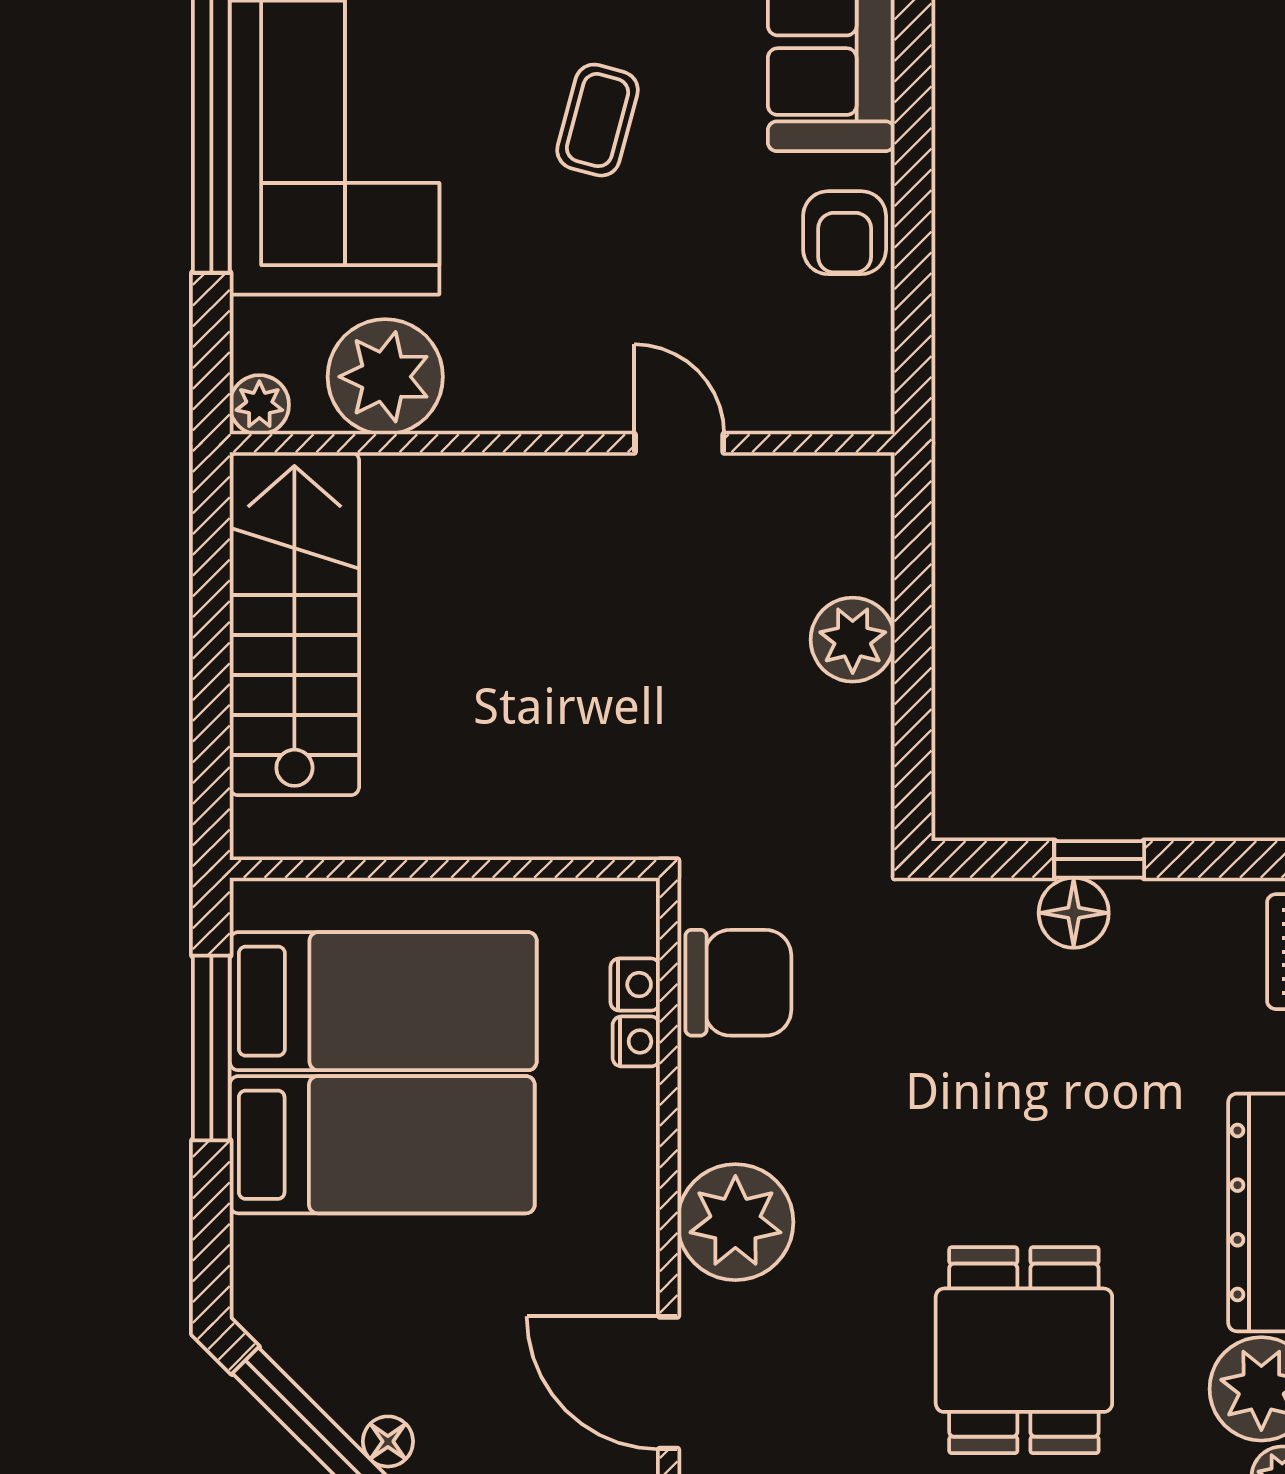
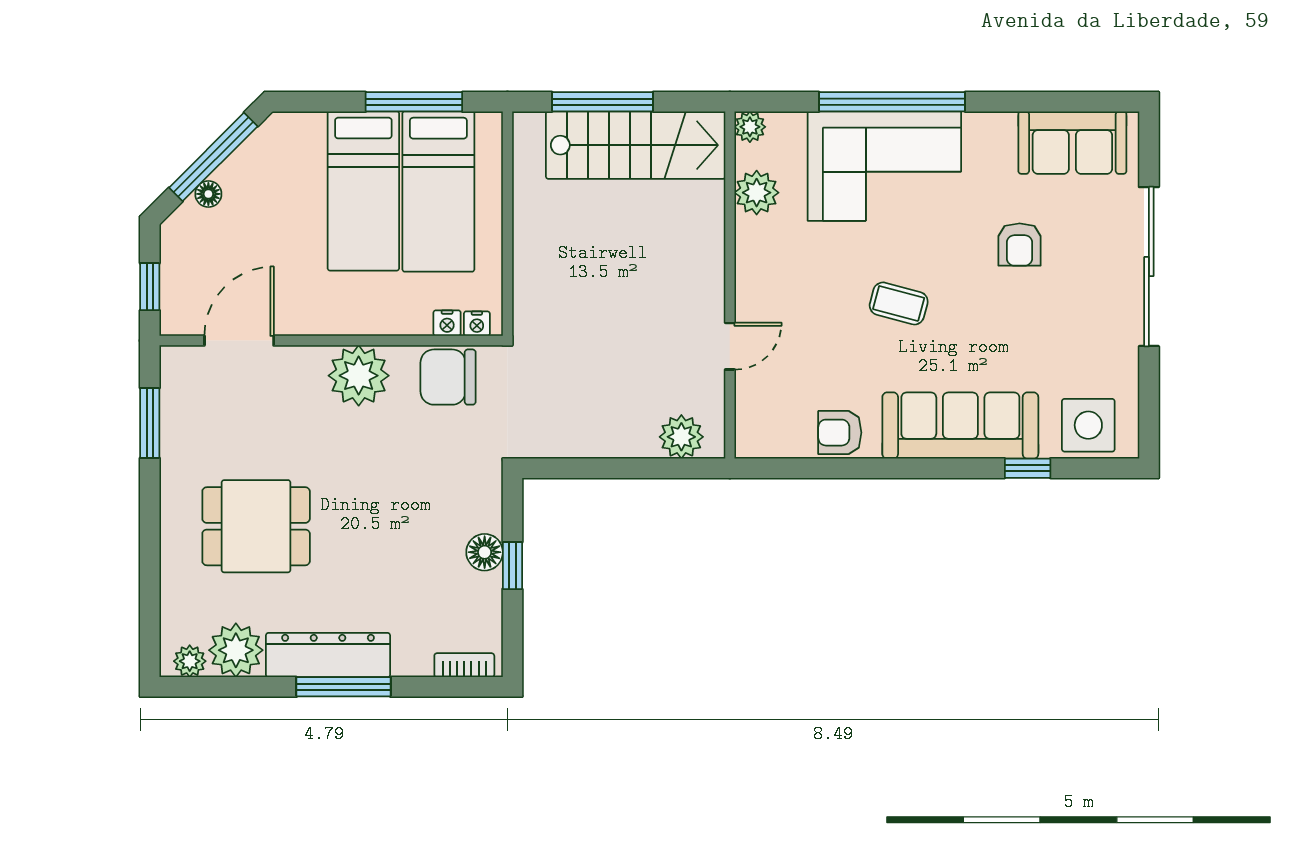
plant: (385, 377) -> (757, 193), width x0.73, depth x0.73
plant: (853, 640) -> (681, 437), moved
window: (211, 687) -> (603, 102), added
chair: (738, 983) -> (448, 377), turned 90
nightstand: (636, 1041) -> (477, 324), moved
plant: (735, 1222) -> (359, 376), moved

